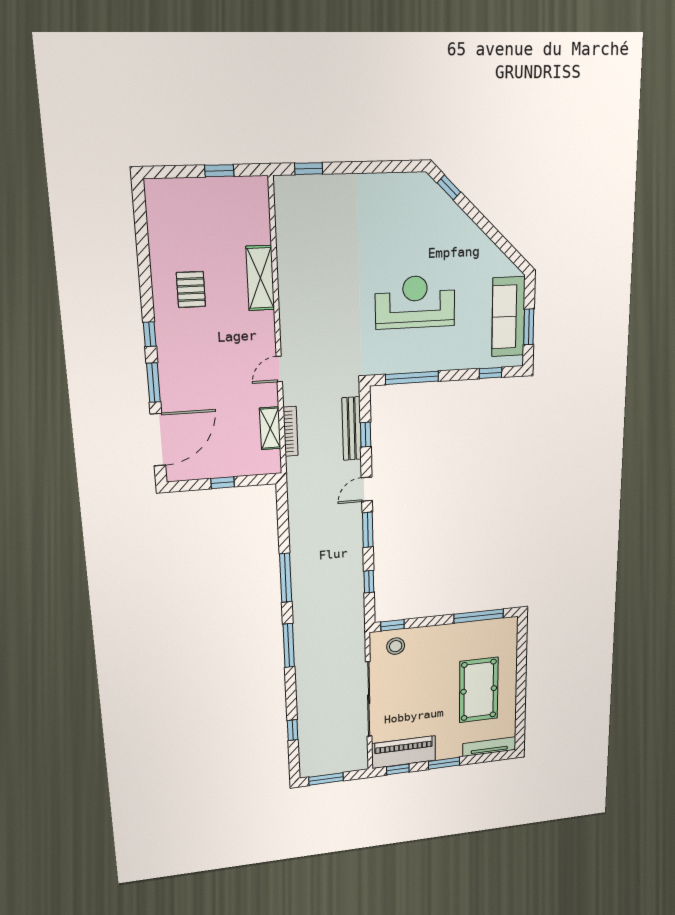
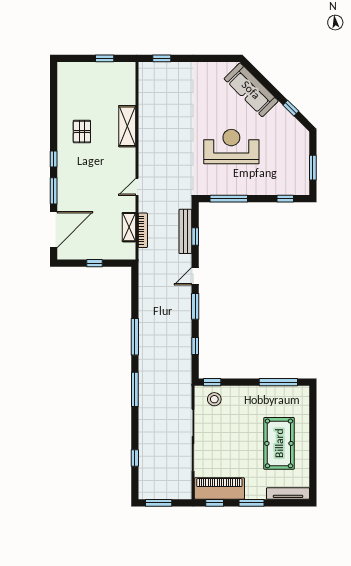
window: (449, 188) -> (291, 108), moved
sofa: (508, 317) -> (251, 90), moved, turned -45

